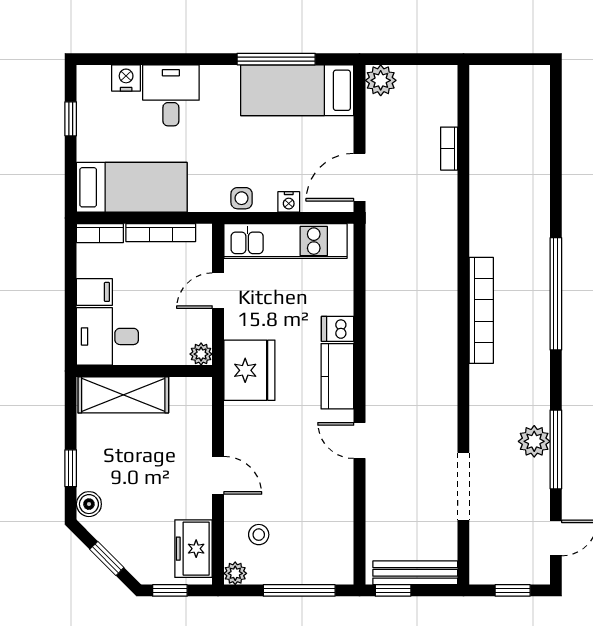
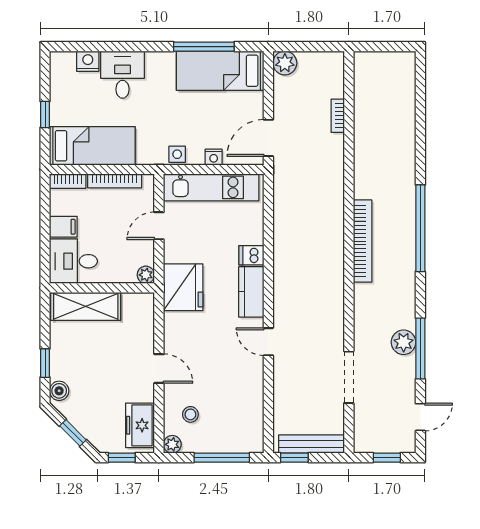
window: (71, 119) -> (45, 114), moved

